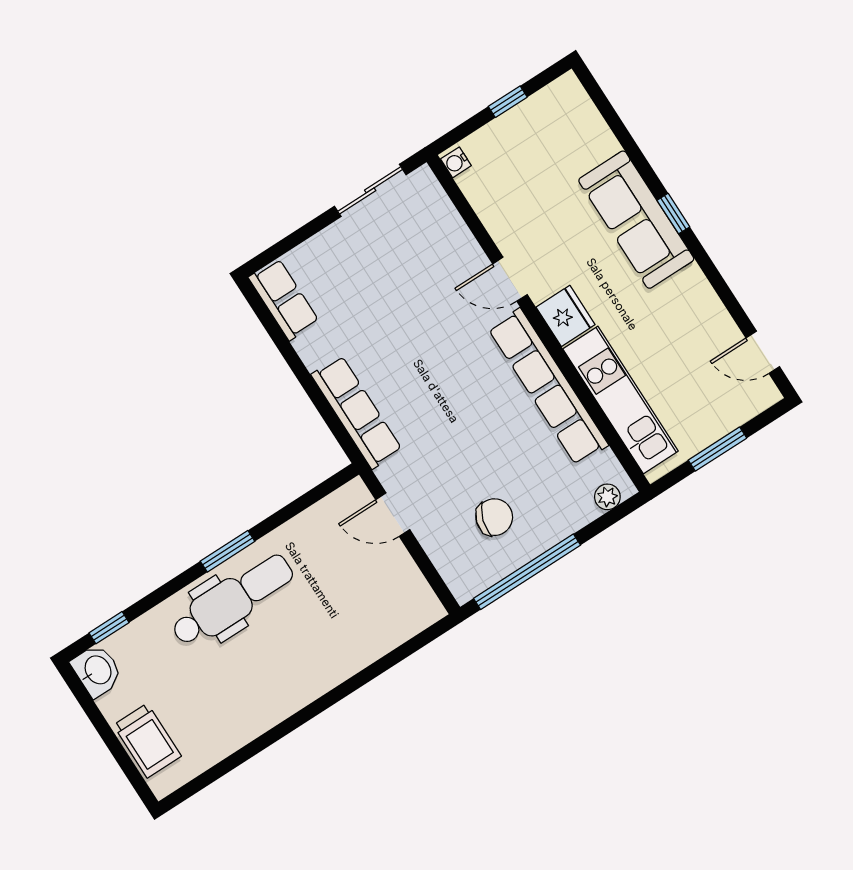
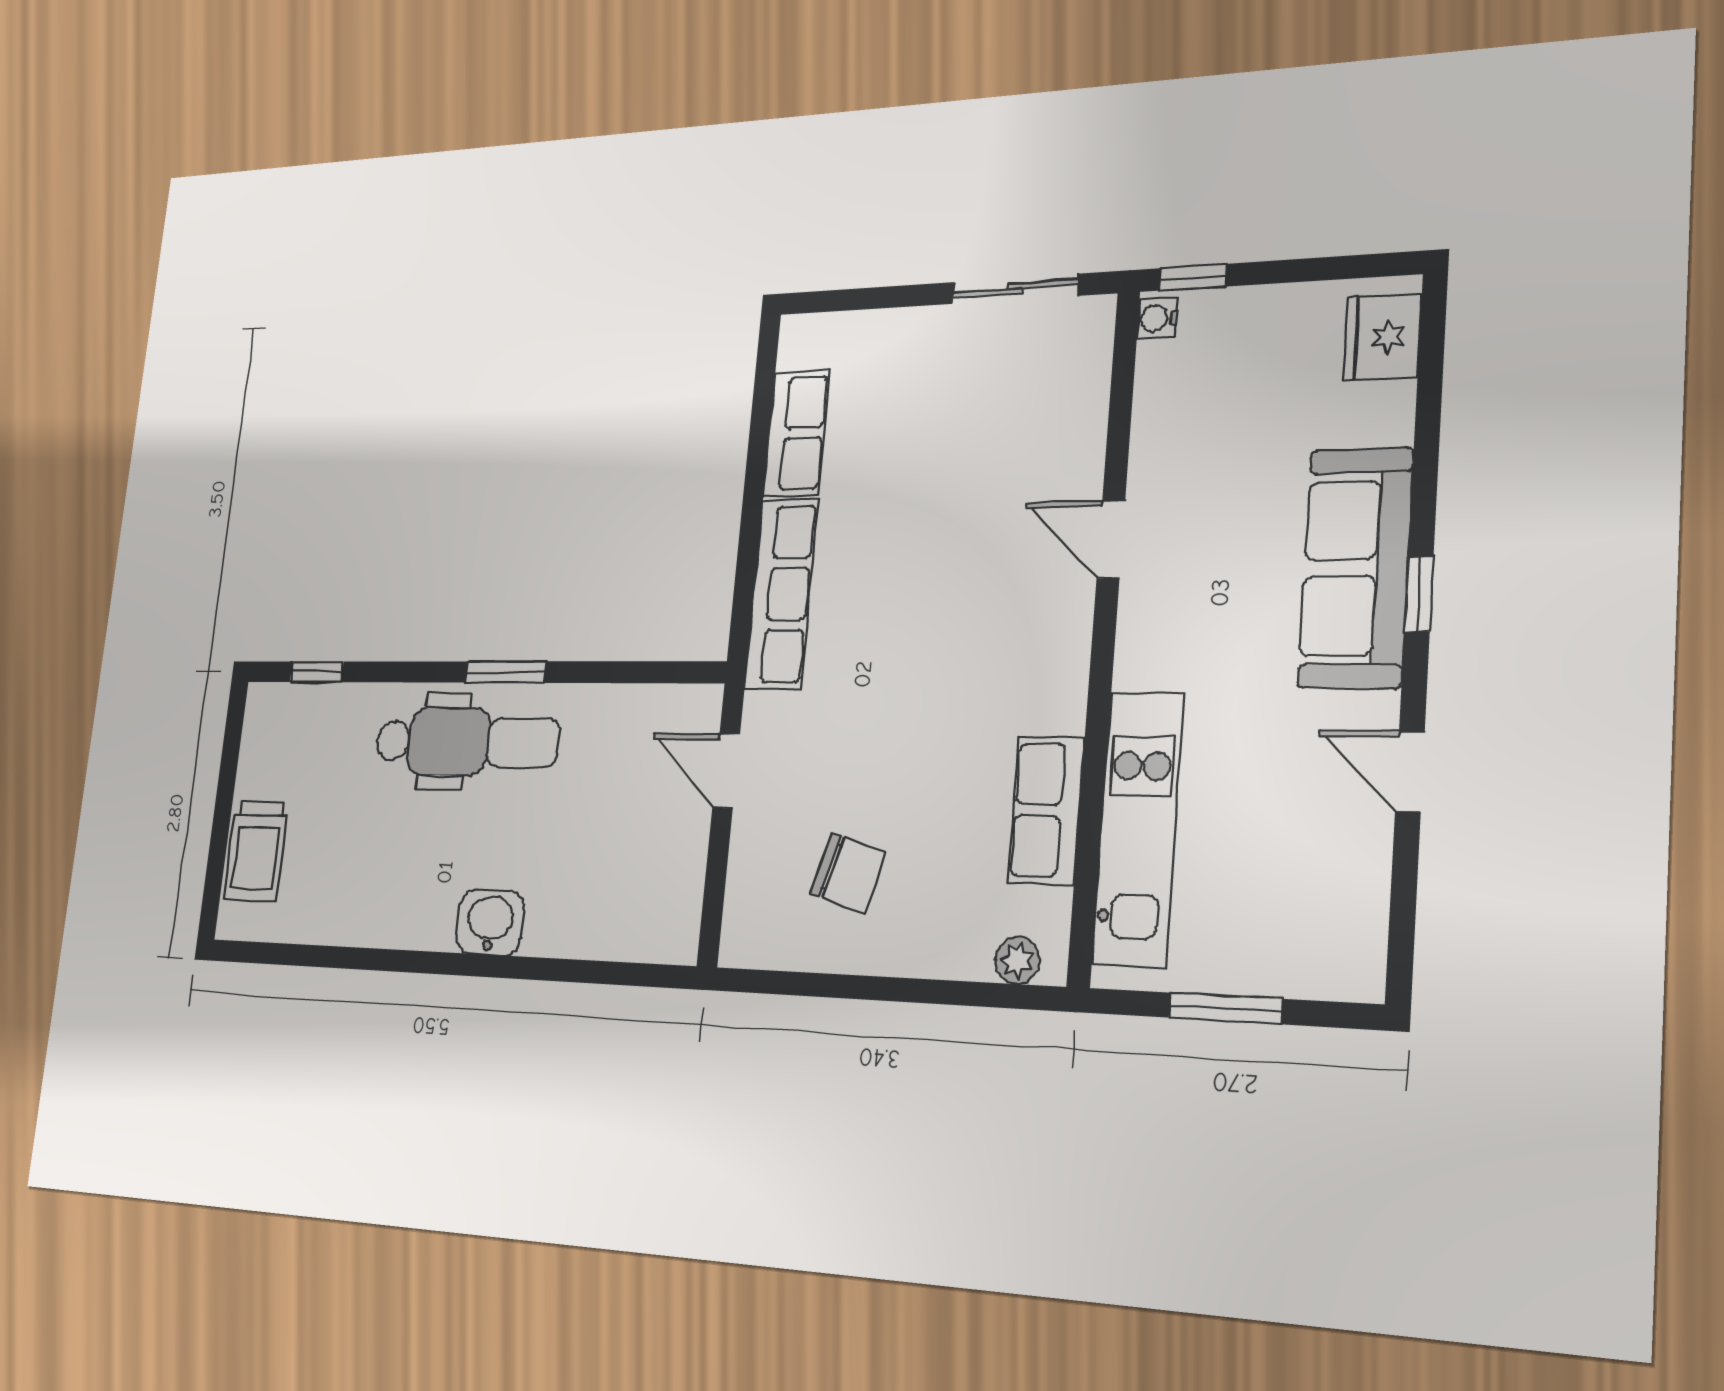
window: (508, 102) -> (1193, 277), moved
row of seats: (284, 299) -> (797, 433), moved
fridge: (566, 316) -> (1382, 337), moved, turned 180
door: (763, 352) -> (1410, 771), moved
row of seats: (548, 387) -> (1046, 810), width x0.50
window: (527, 572) -> (835, 986), removed
washbasin: (97, 671) -> (490, 922), moved, turned -90

